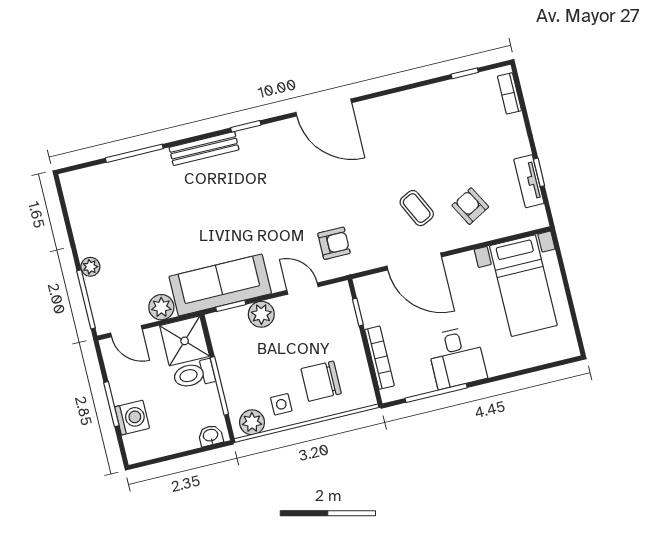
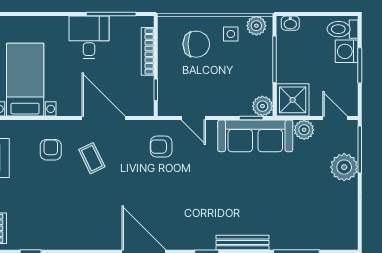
armchair: (470, 206) -> (51, 150), turned -151
plant: (90, 267) -> (344, 167), width x1.88, depth x1.88
plant: (261, 314) -> (262, 106), moved
toilet: (194, 374) -> (343, 29), moved, turned 180

